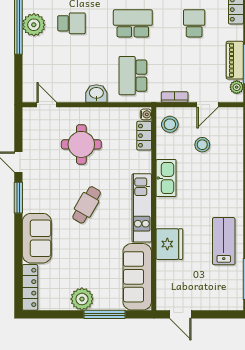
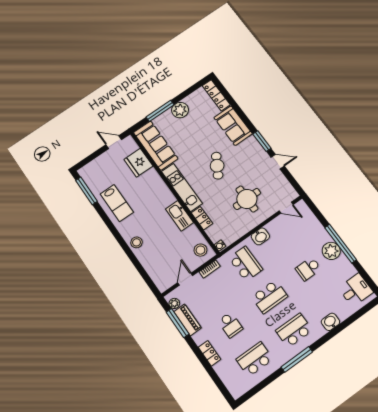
locker: (144, 136) -> (202, 218), moved
stool: (202, 145) -> (136, 242), moved
fridge: (169, 244) -> (138, 163), moved

